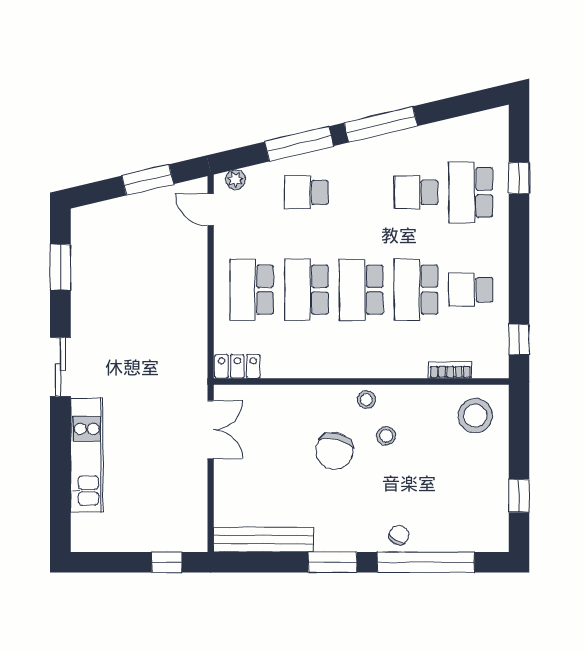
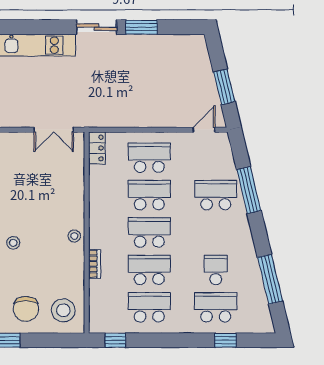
window: (381, 124) -> (270, 279), moved
plant: (235, 180) -> (224, 147), removed
school desk: (306, 192) -> (216, 195), width x1.85
window: (60, 267) -> (141, 27), moved
school desk: (471, 290) -> (149, 307), width x1.85
bookcase: (450, 370) -> (95, 264), moved
stool: (386, 436) -> (13, 243), moved
chair: (334, 451) -> (26, 309), moved, turned -105

